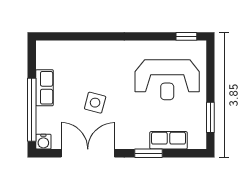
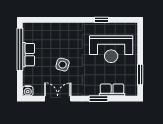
window: (186, 36) -> (101, 20), moved
window: (32, 110) -> (20, 49), moved
double door: (88, 153) -> (58, 99), width x0.73

